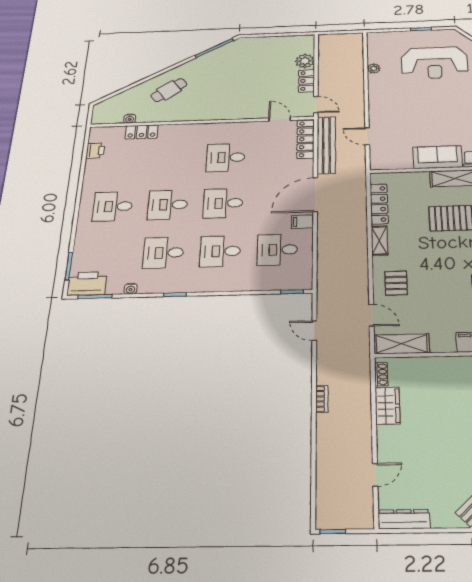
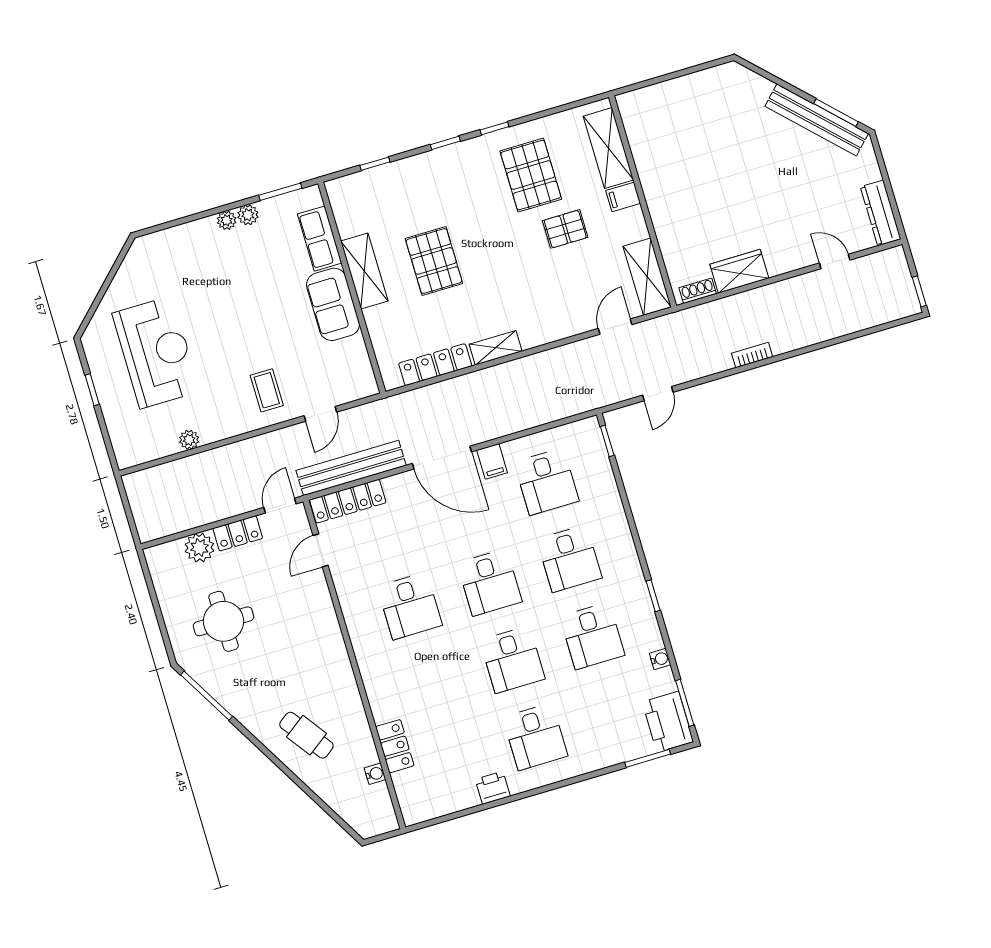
round table: (255, 64) -> (224, 621), added
coffee table: (392, 112) -> (267, 390), added
printer: (95, 151) -> (493, 788), moved
pallet: (396, 283) -> (565, 229), moved

